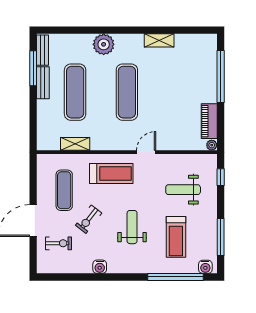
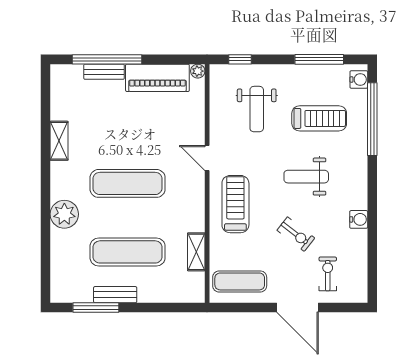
bench: (42, 50) -> (104, 72), moved
piano: (209, 121) -> (157, 78), width x1.37, depth x1.33
exercise mat: (64, 190) -> (240, 281), moved

